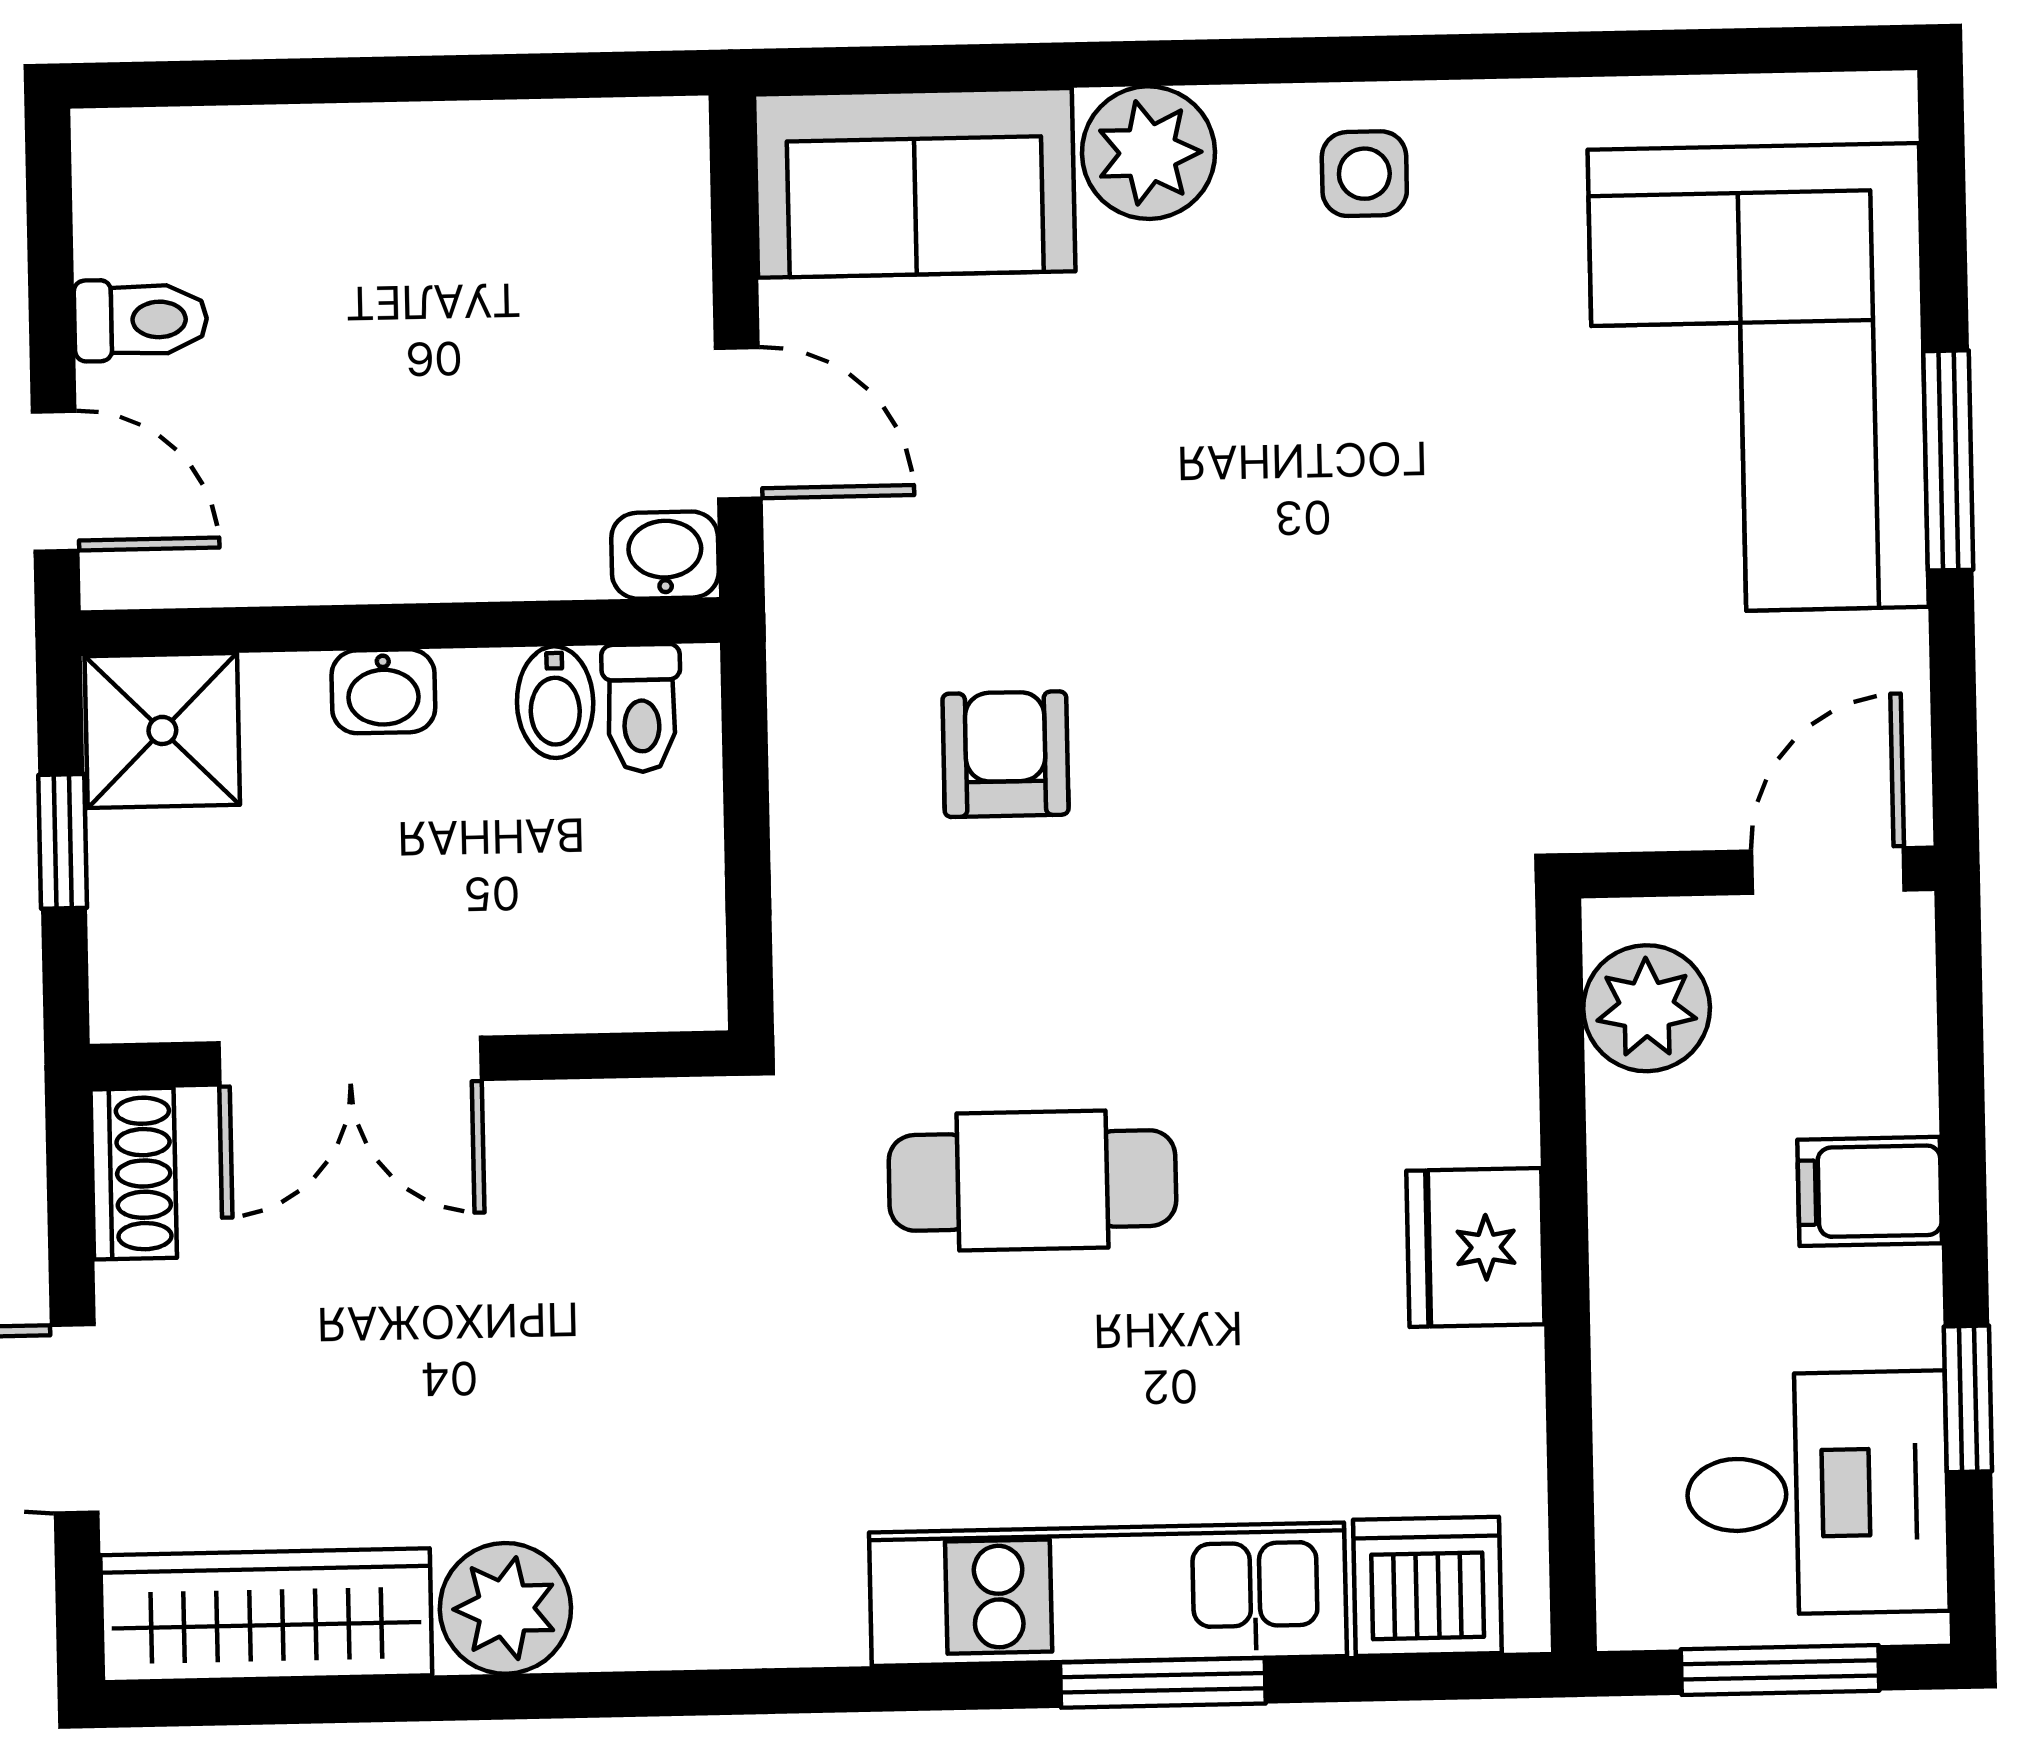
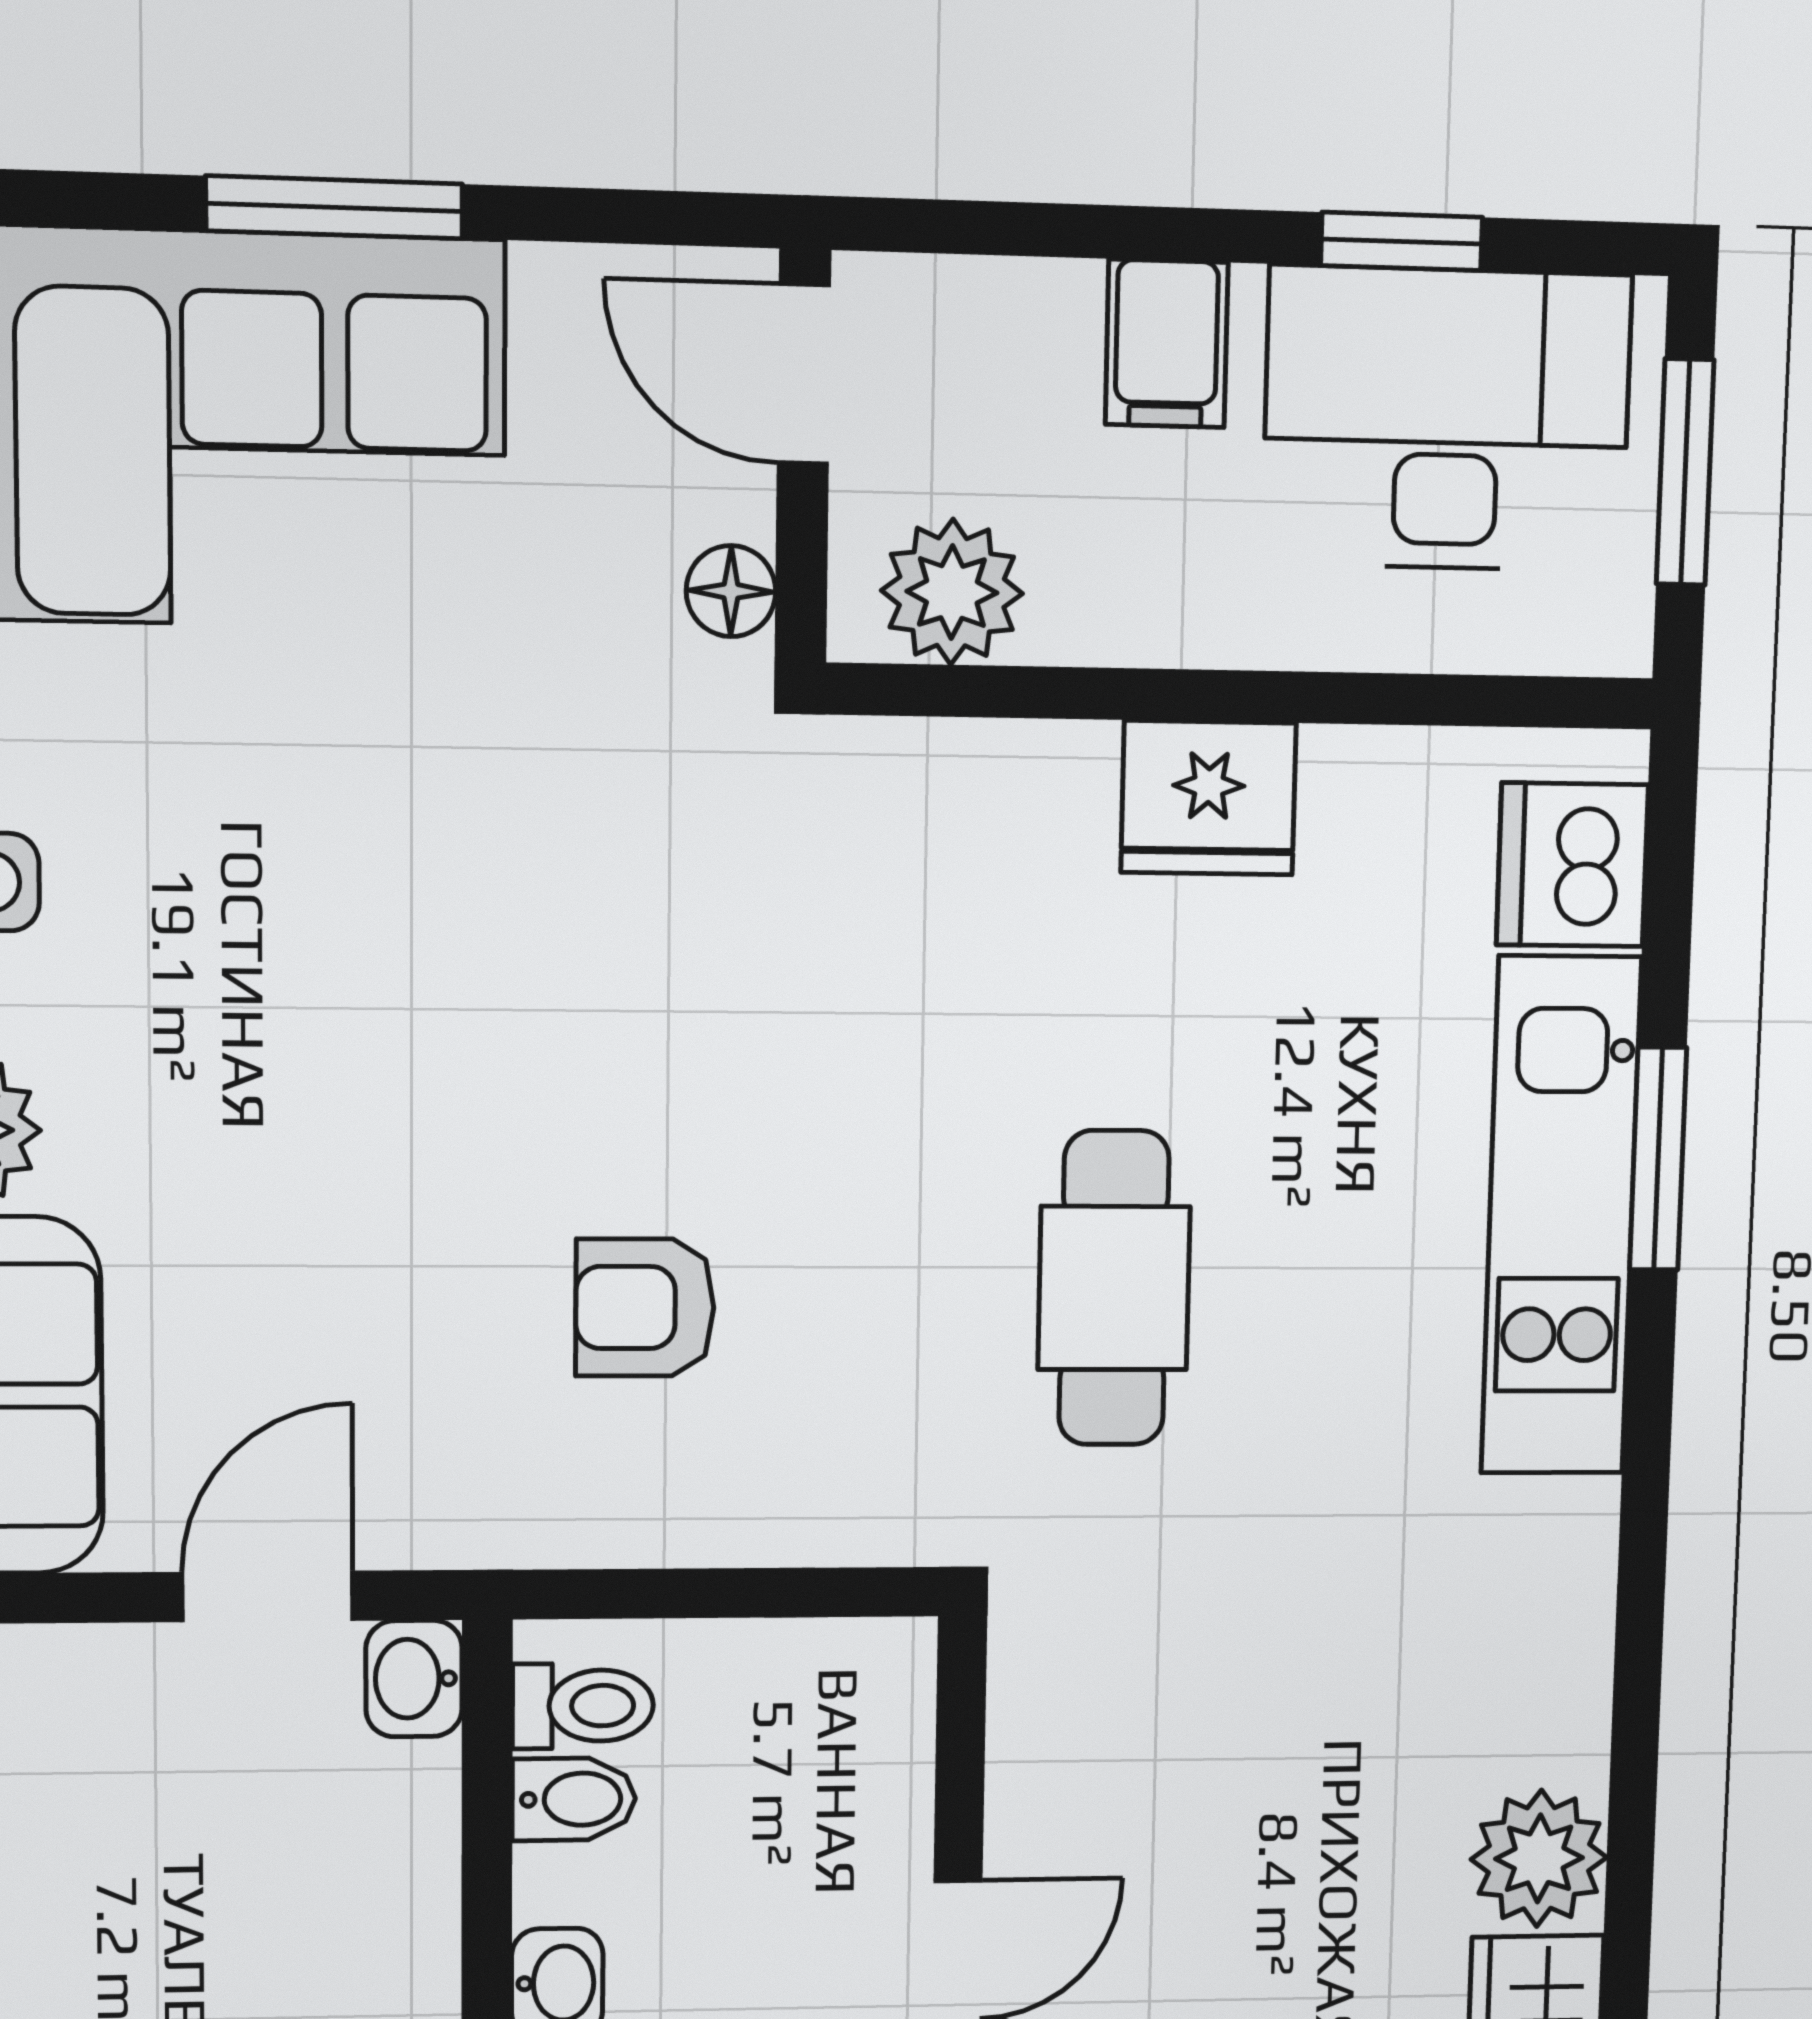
floor lamp: (1639, 812) -> (731, 591), added
desk: (1817, 1493) -> (1447, 419), width x1.37

